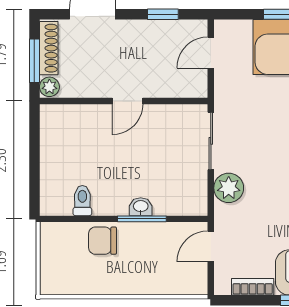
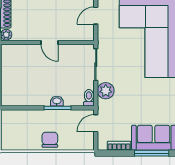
door: (127, 101) -> (50, 42), hinge flipped
toilet: (82, 201) -> (89, 98), moved
chair: (103, 241) -> (50, 140), moved, turned 90

